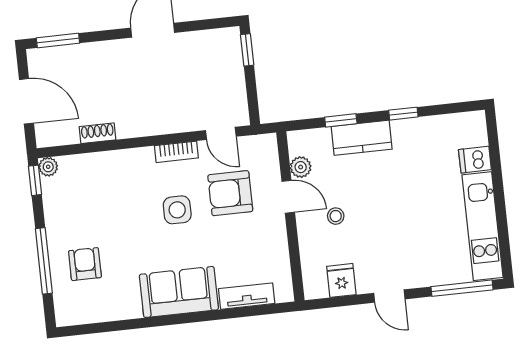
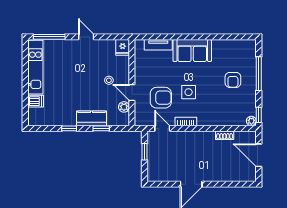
window: (58, 40) -> (239, 184), removed
window: (247, 50) -> (145, 152), moved
armchair: (85, 264) -> (233, 80), moved
fridge: (341, 280) -> (123, 47), moved

